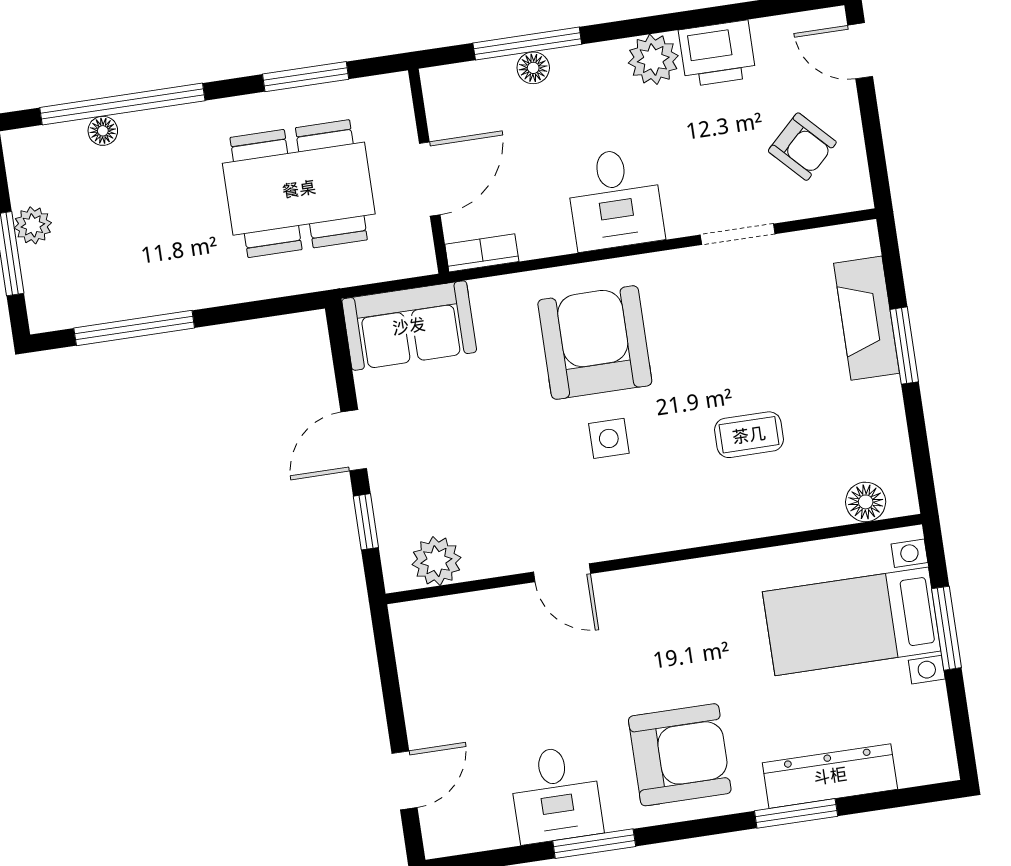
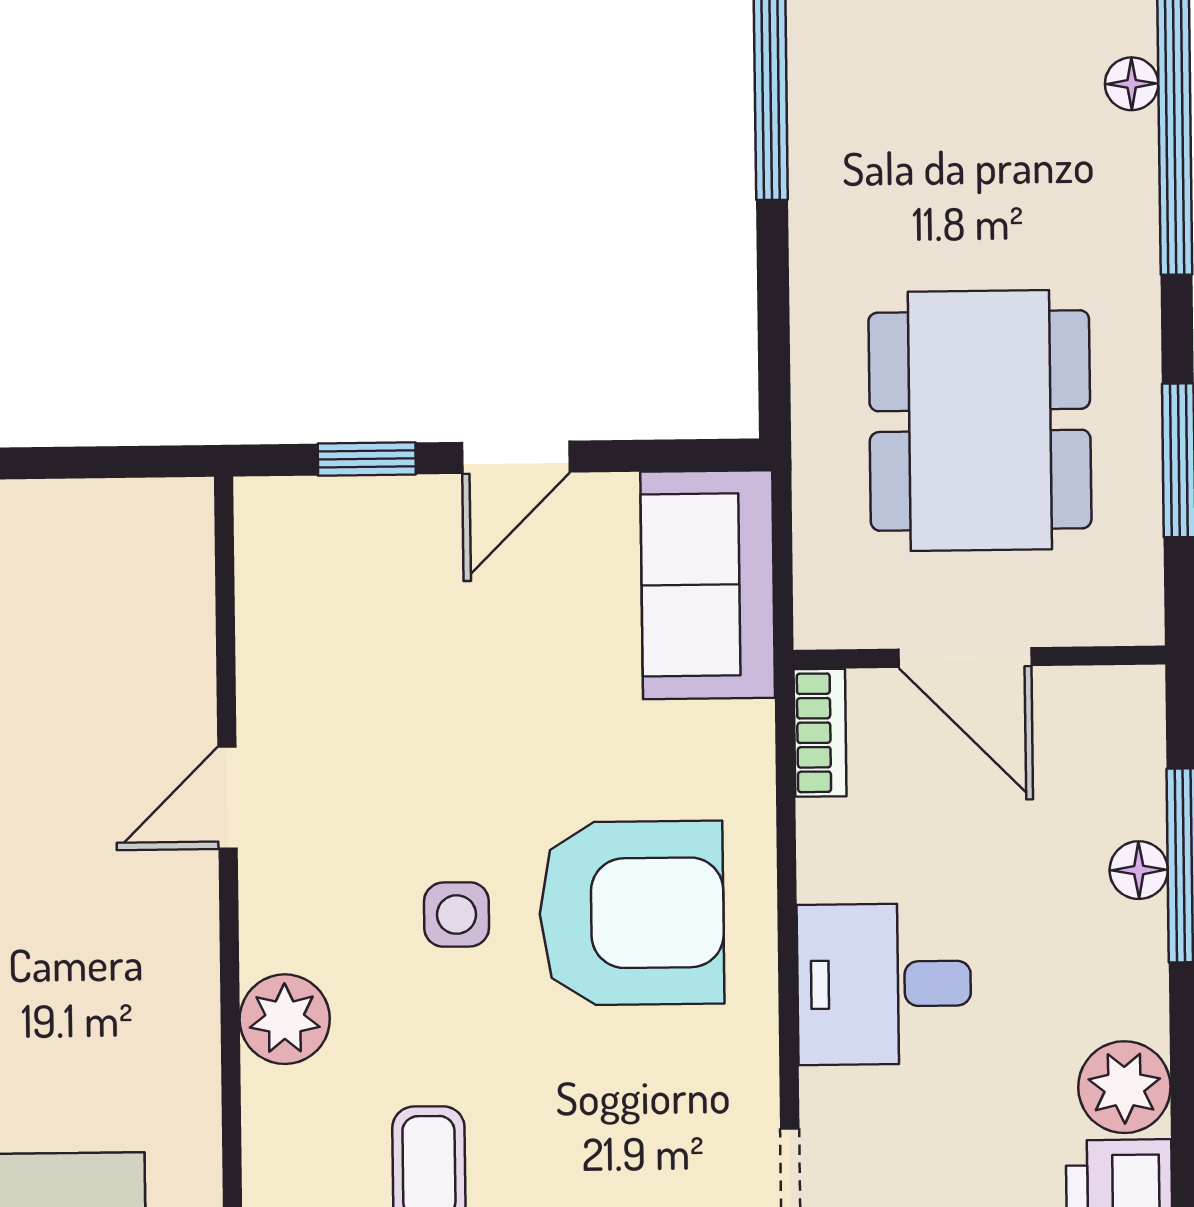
door: (354, 440) -> (516, 457), swing flipped
plant: (436, 561) -> (285, 1019), moved

